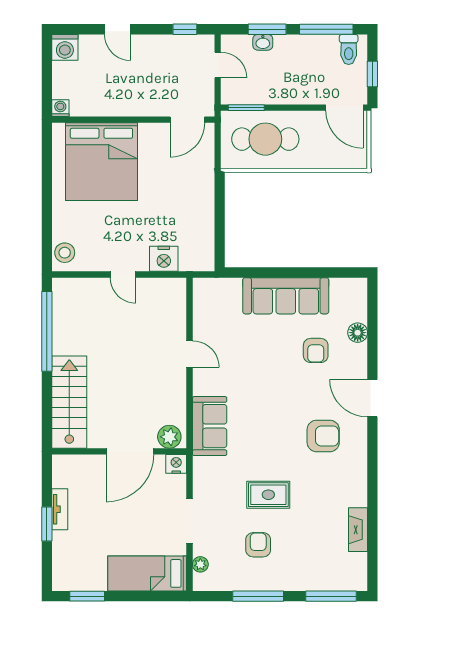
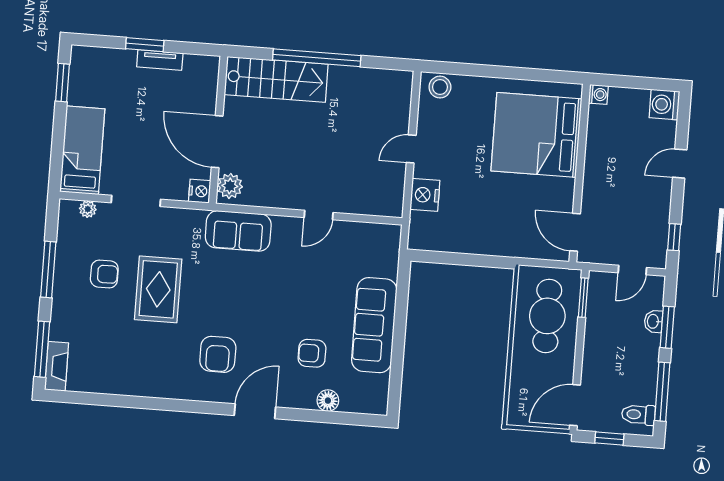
window: (47, 331) -> (317, 58), moved
rug: (268, 495) -> (158, 289), width x1.36, depth x1.43
fireplace: (358, 530) -> (57, 366), moved, turned 90

